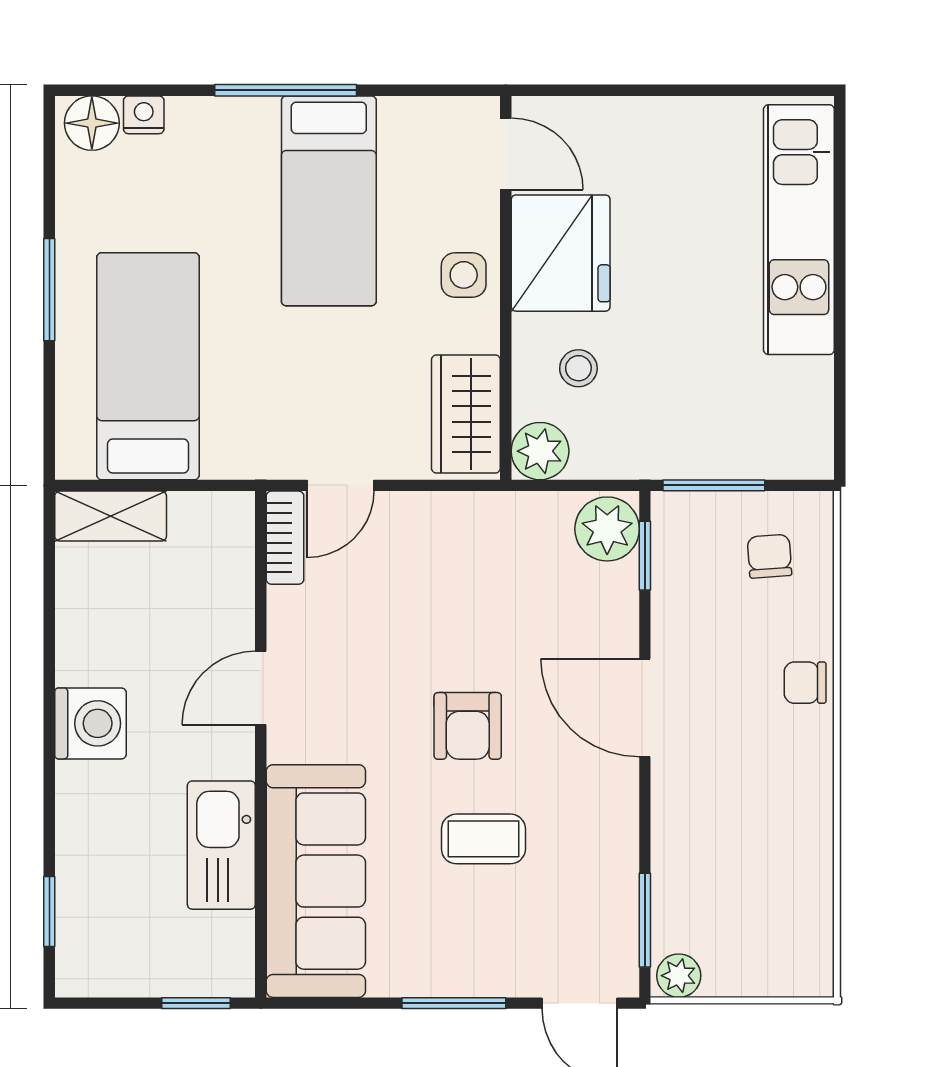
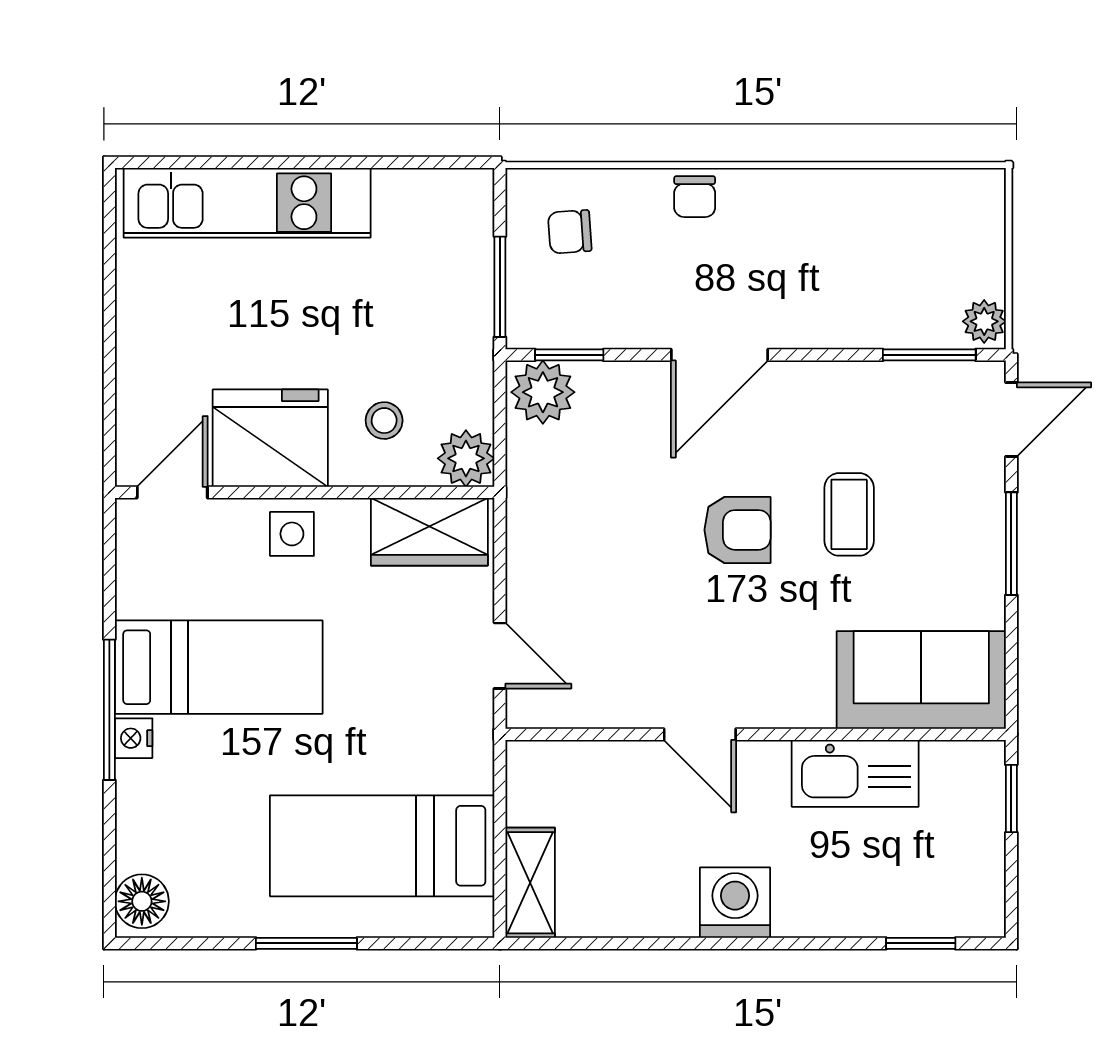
nightstand: (144, 115) -> (134, 738), moved
bookcase: (285, 538) -> (551, 710), removed
sofa: (316, 881) -> (921, 680), width x0.73

